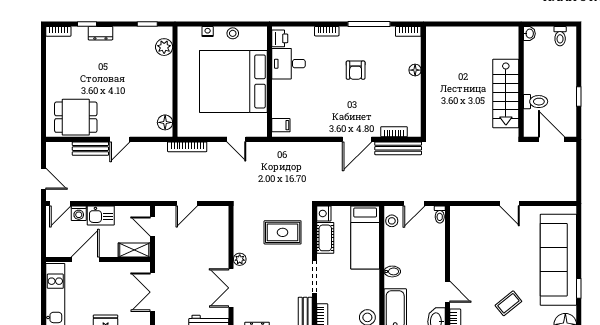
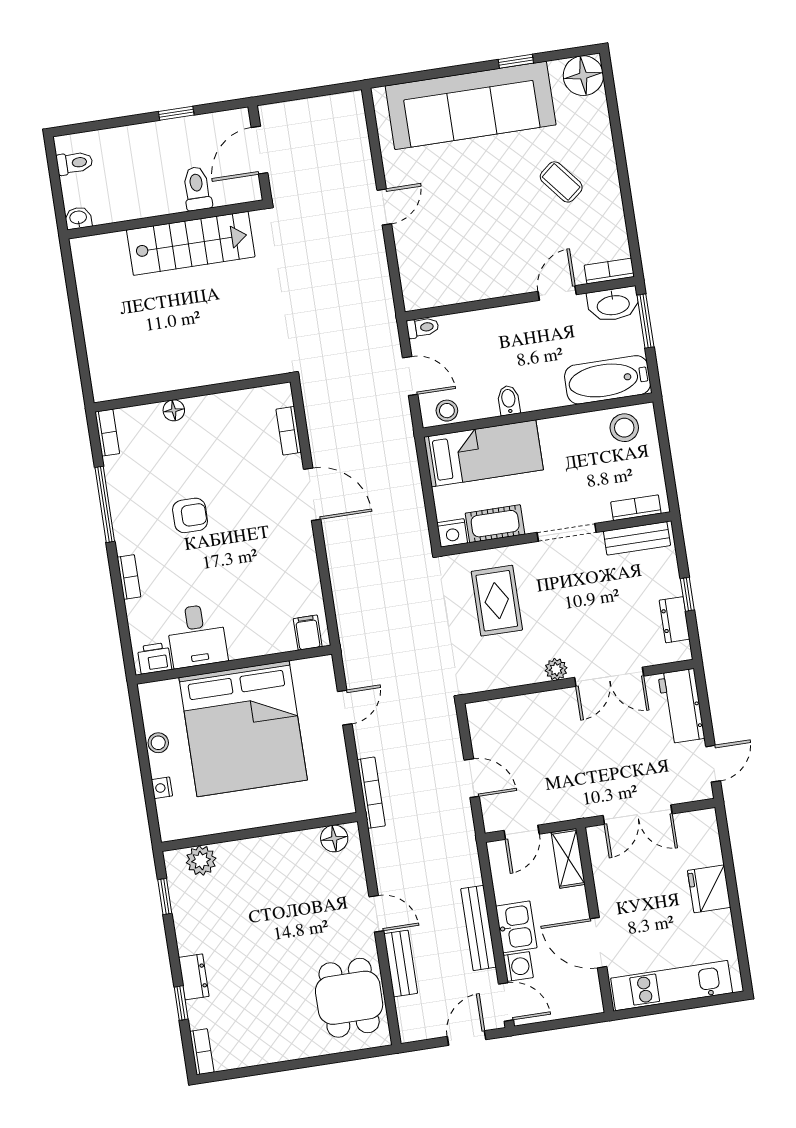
bench: (398, 148) -> (478, 928), moved
bidet: (392, 271) -> (509, 400), moved

